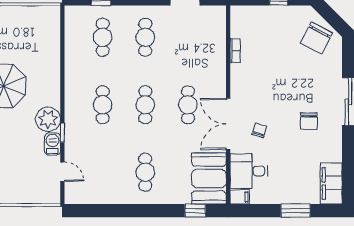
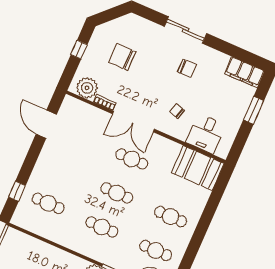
plant: (242, 25) -> (87, 88), added
cafe table: (145, 37) -> (156, 250), moved
chair: (316, 38) -> (122, 57), moved, turned 152
double door: (228, 124) -> (133, 122), moved
filing cabinet: (240, 197) -> (223, 150), removed
window: (195, 211) -> (219, 190), removed

